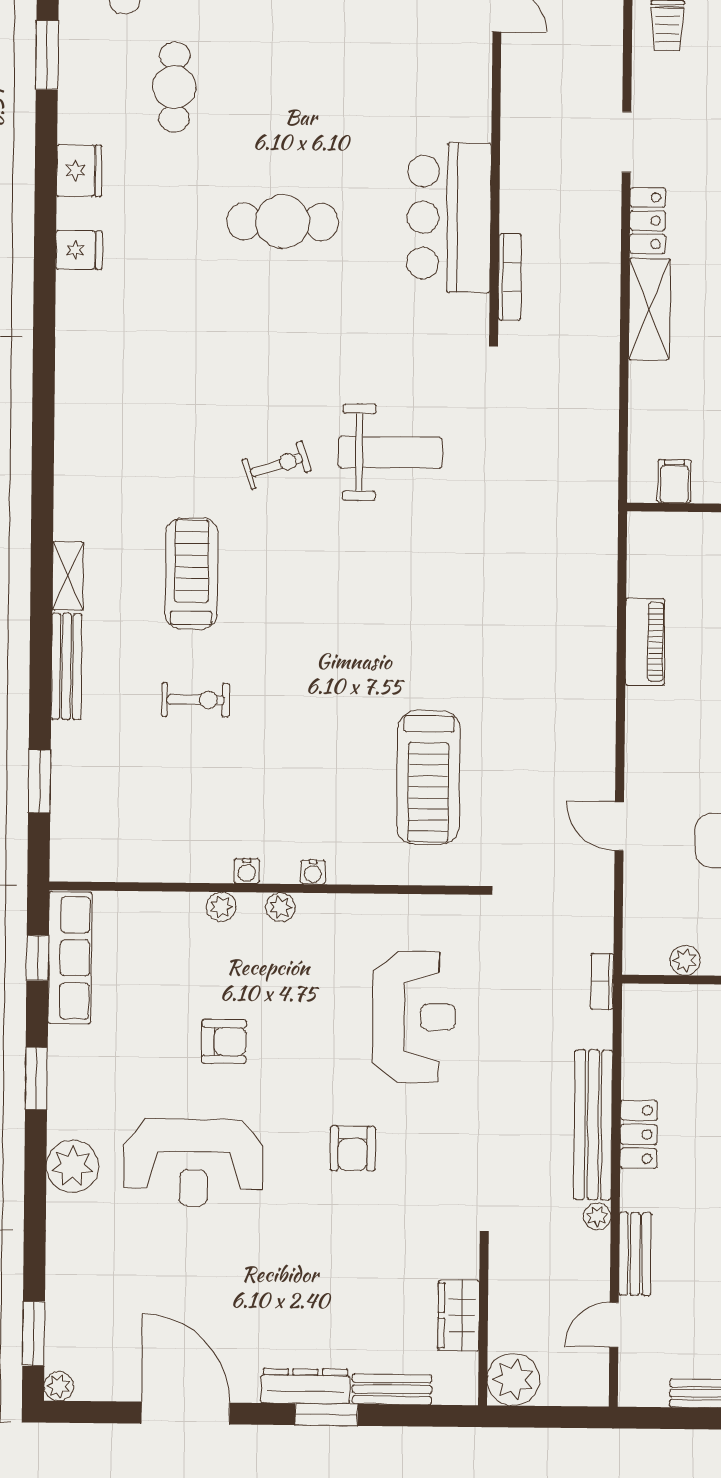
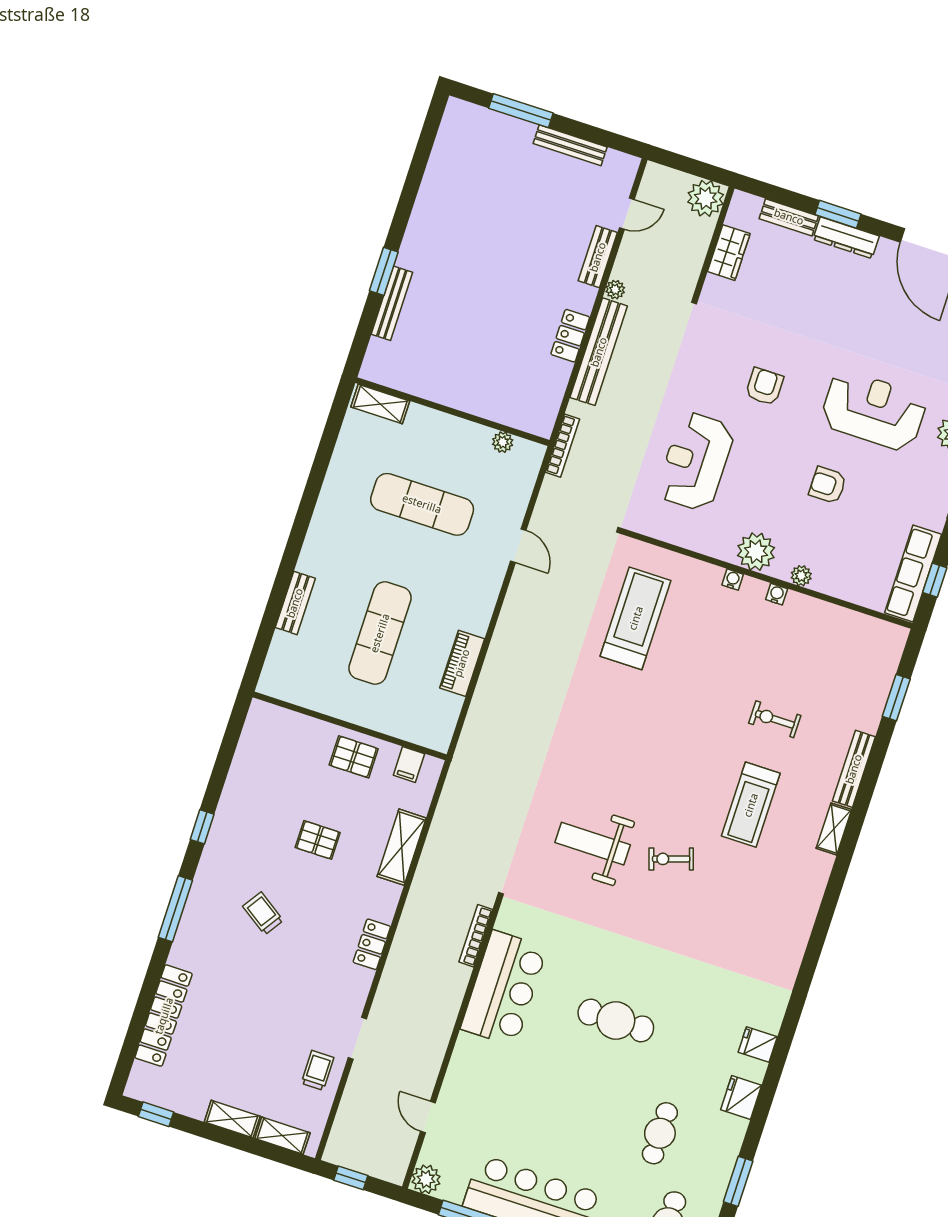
doorway: (626, 142) -> (357, 1038), moved
shelving: (649, 309) -> (402, 847), moved
plant: (280, 907) -> (756, 552), width x1.88, depth x1.88
bookcase: (602, 981) -> (562, 446), width x1.56

